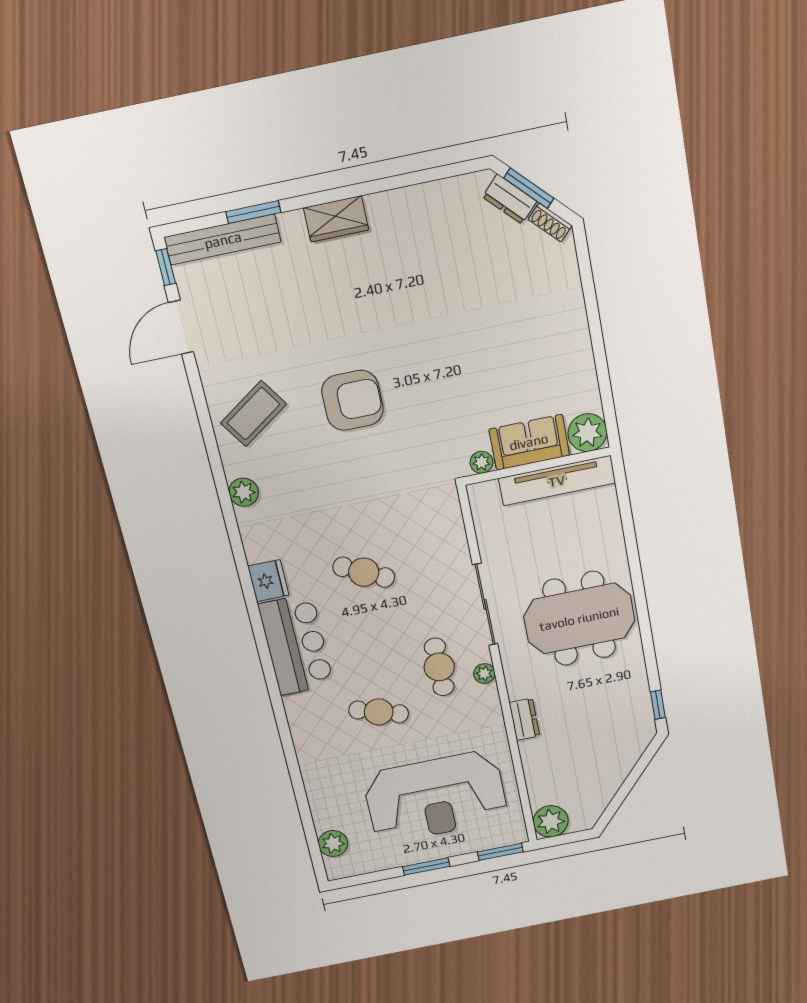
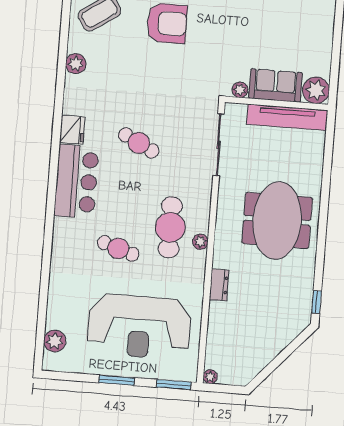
sliding door: (485, 605) -> (219, 145), moved
meeting table: (579, 619) -> (277, 220), turned 90
cafe table: (439, 667) -> (170, 227), width x1.37, depth x1.35
plant: (551, 821) -> (210, 377), width x0.53, depth x0.53

